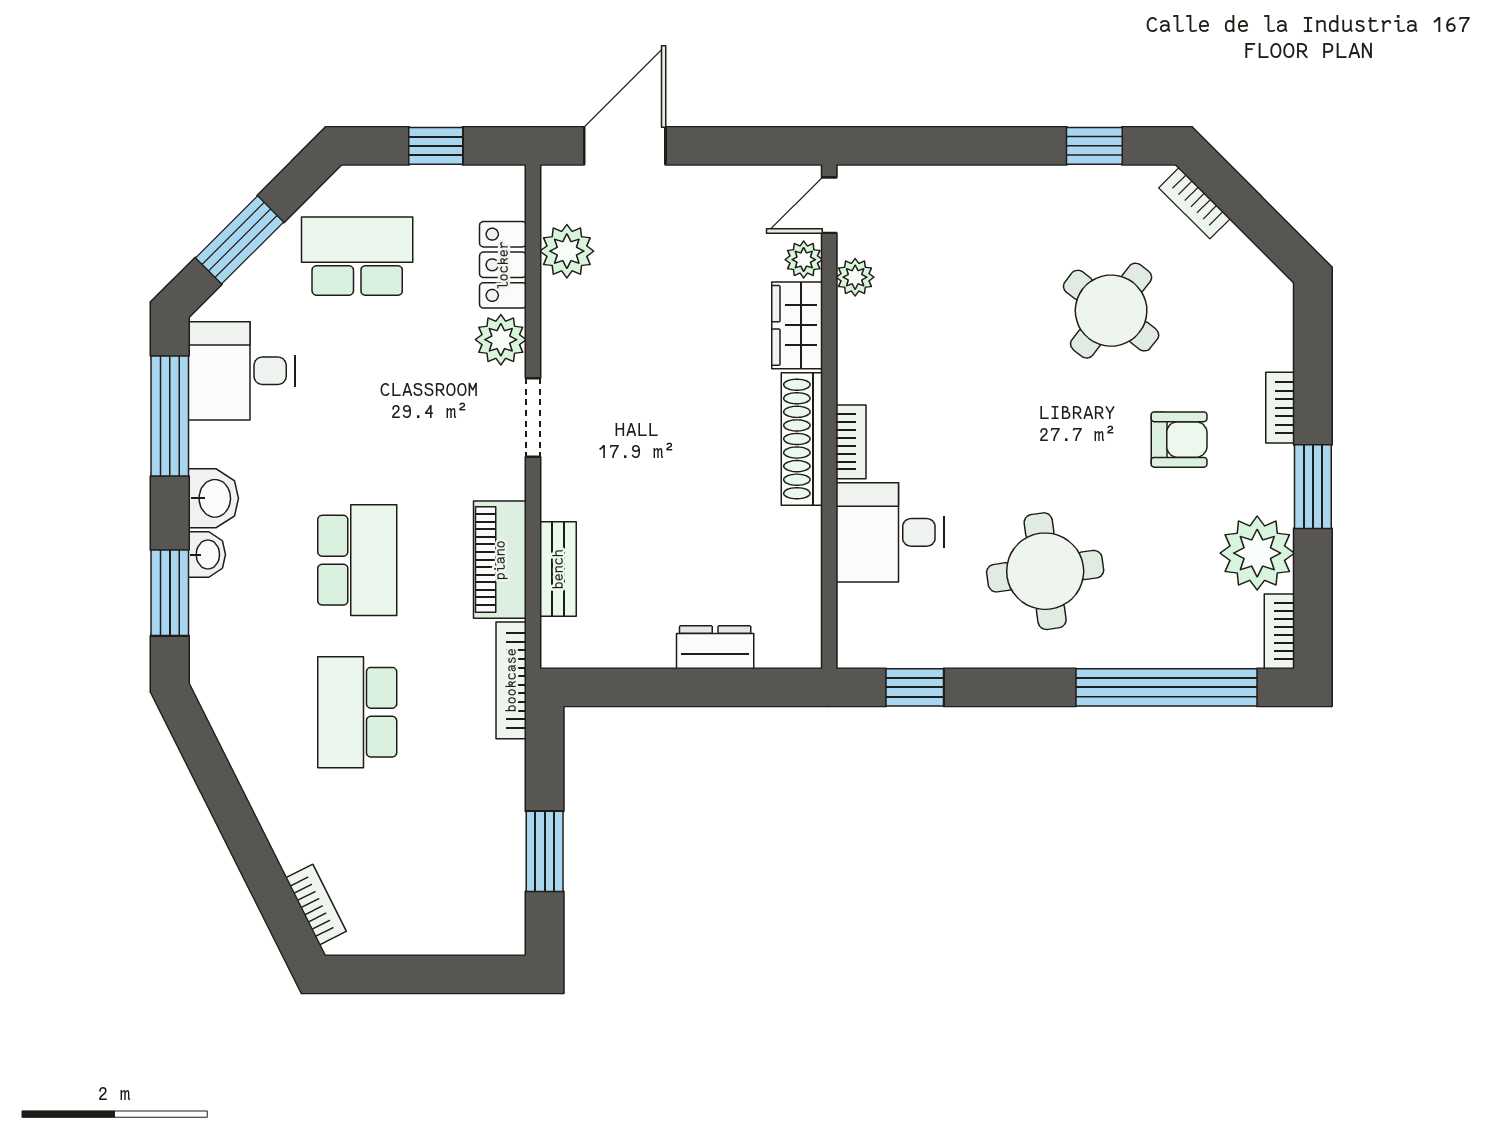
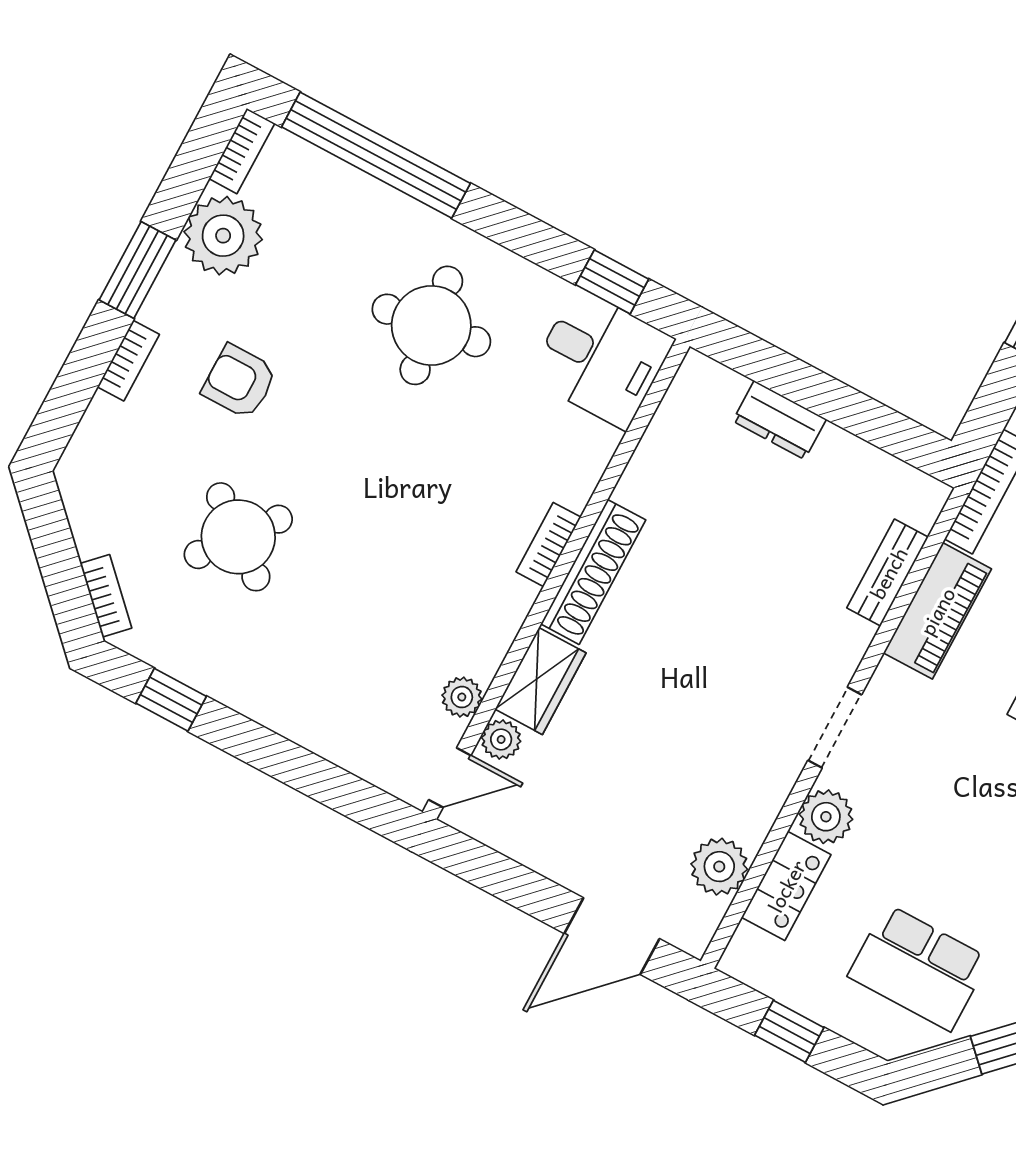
desk: (890, 532) -> (601, 359), moved

